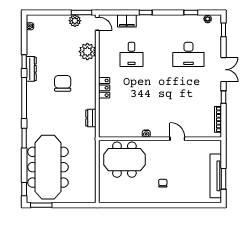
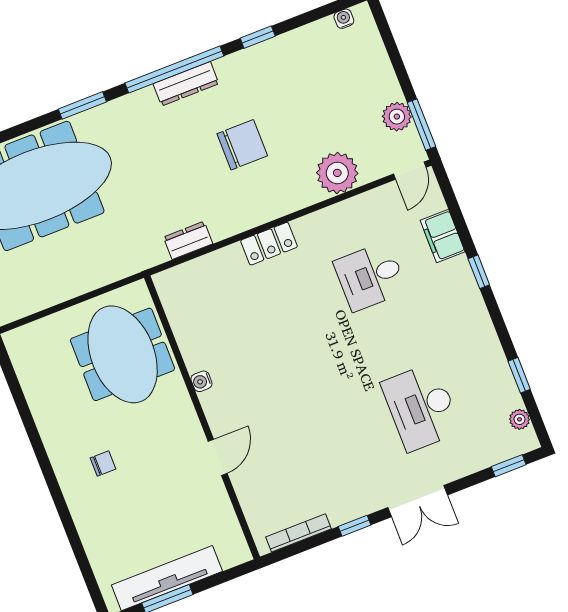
dresser: (31, 69) -> (186, 84), moved

